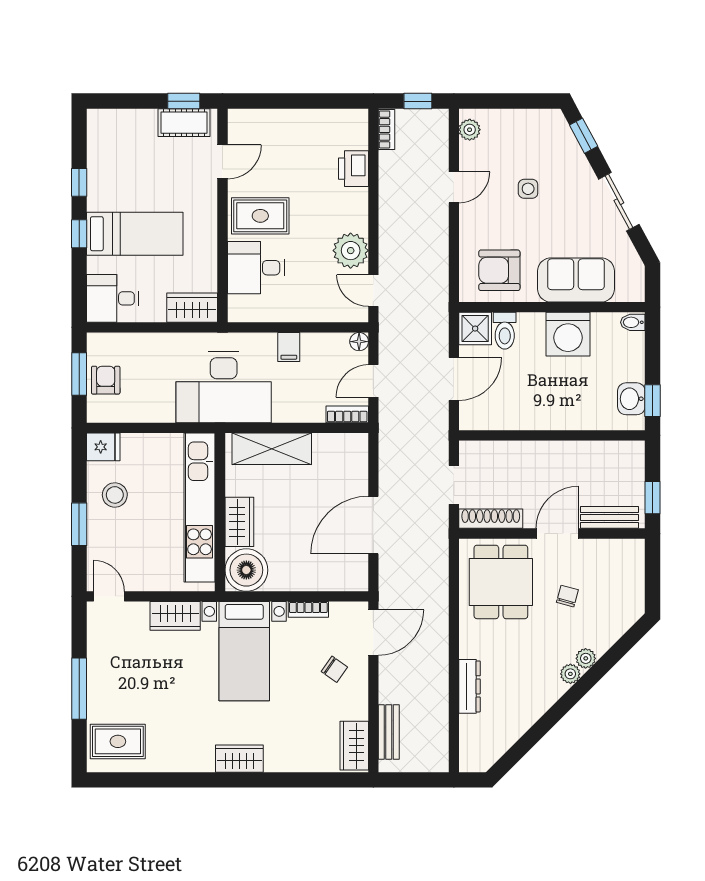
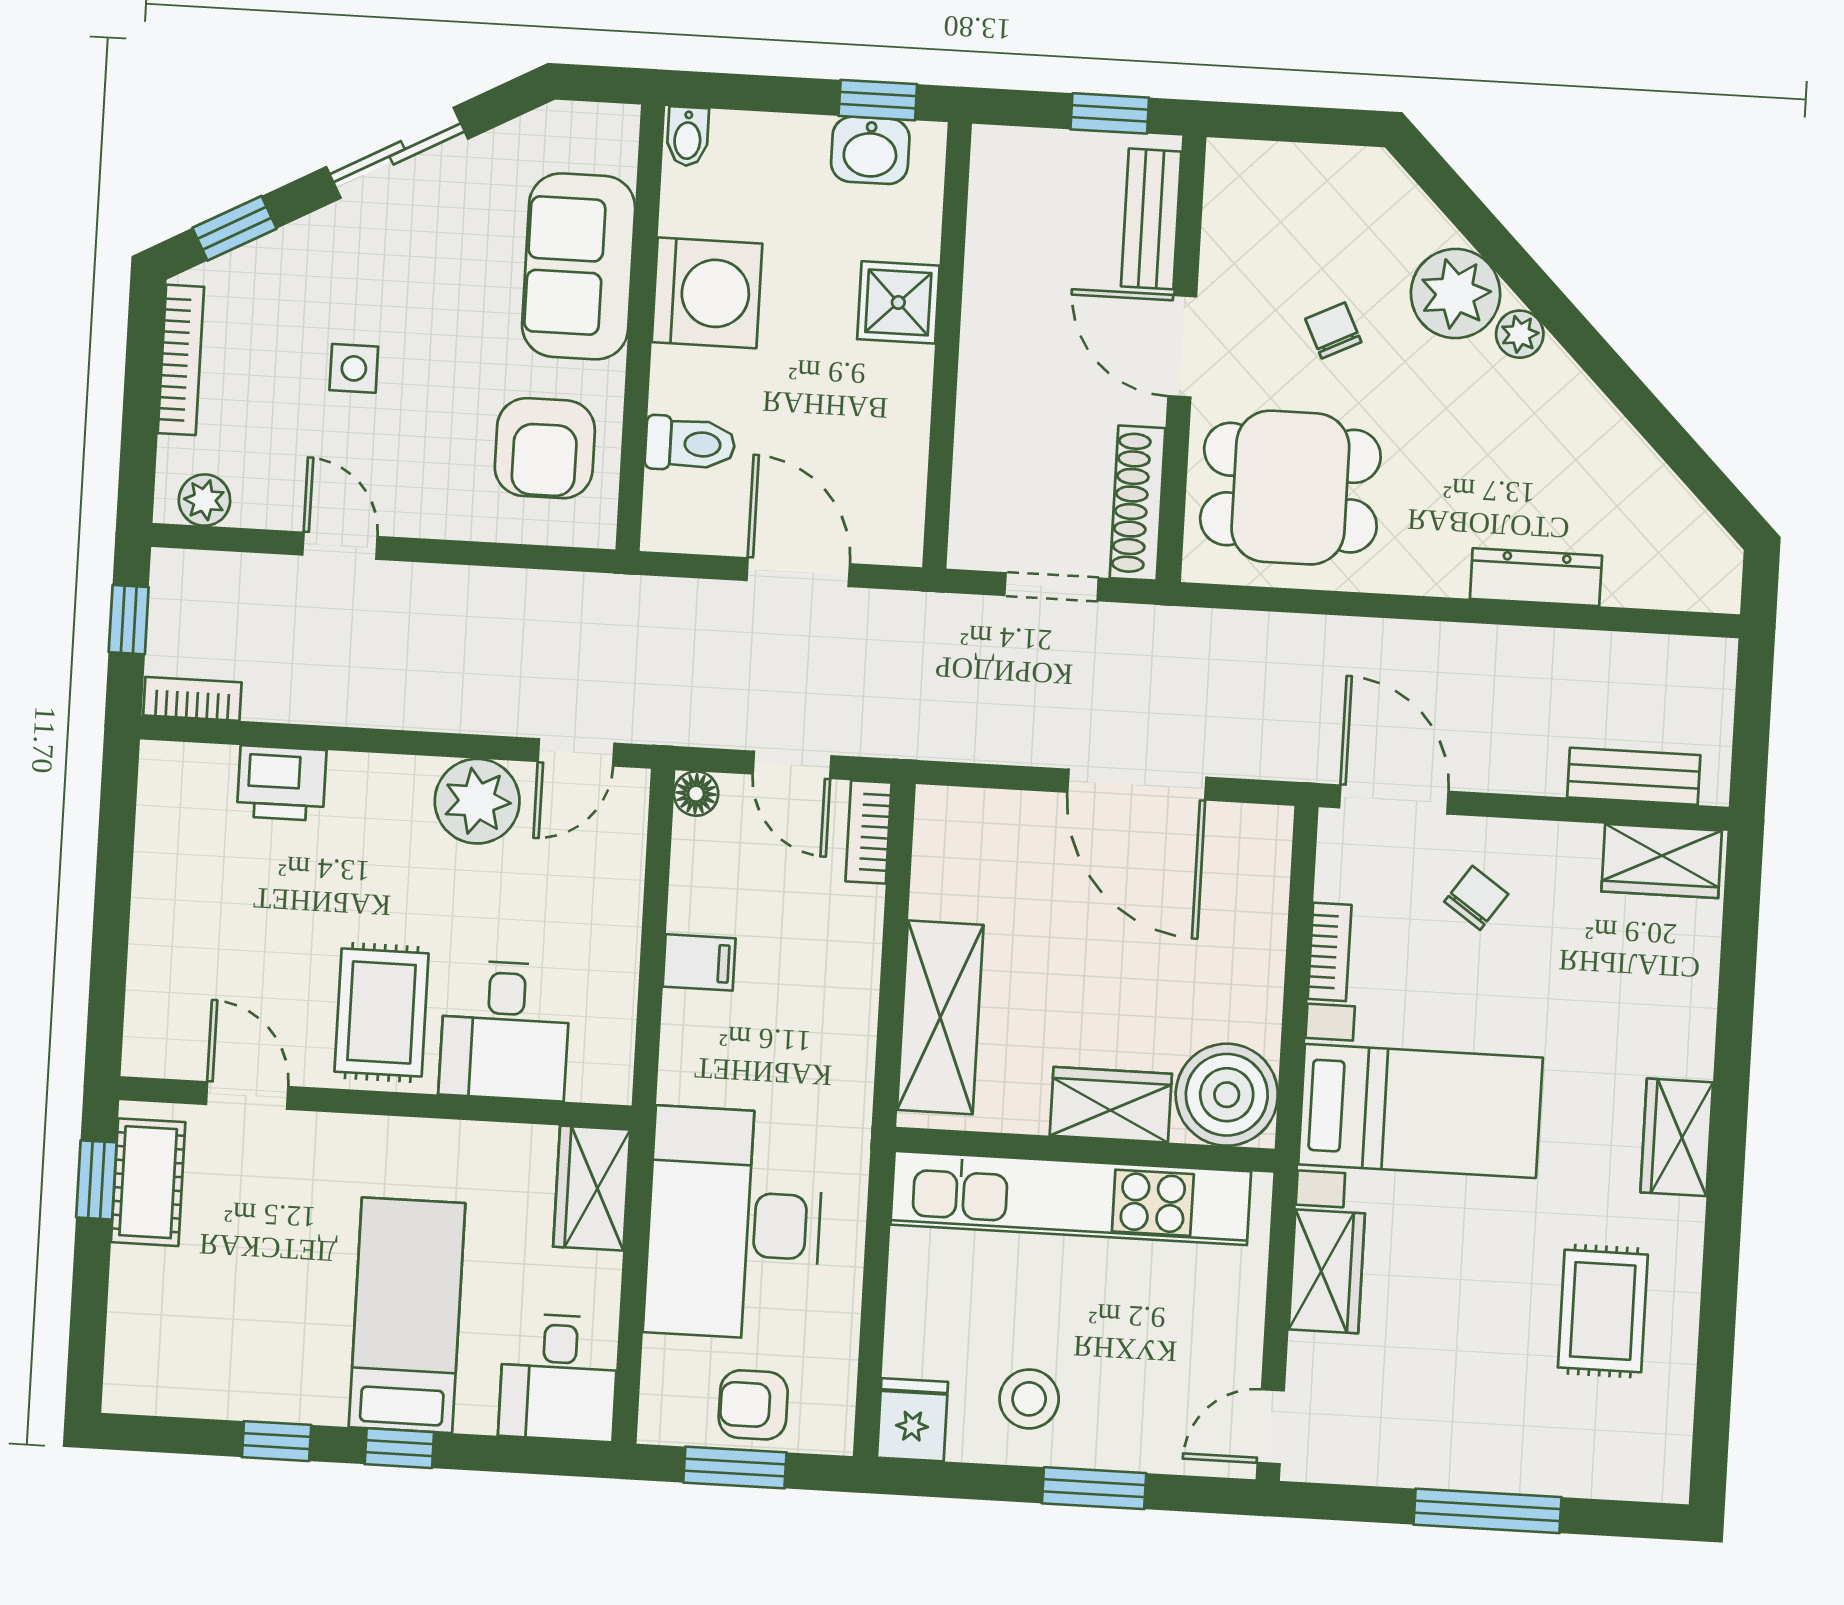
bookcase: (527, 117) -> (181, 360), added
shower: (475, 329) -> (898, 302), moved
desk: (224, 387) -> (734, 1224), moved, turned 180
chair: (567, 596) -> (1333, 330), turned 49
plant: (586, 658) -> (1455, 294), width x1.88, depth x1.88
rug: (118, 741) -> (1603, 1311), moved

